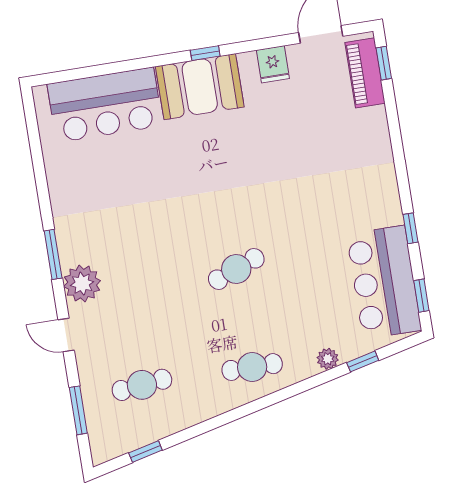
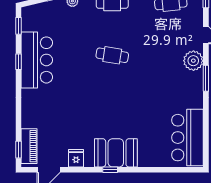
bar counter: (105, 105) -> (188, 138), moved, turned -90
cafe table: (236, 269) -> (112, 55), turned 30
bar counter: (384, 282) -> (37, 60), moved

